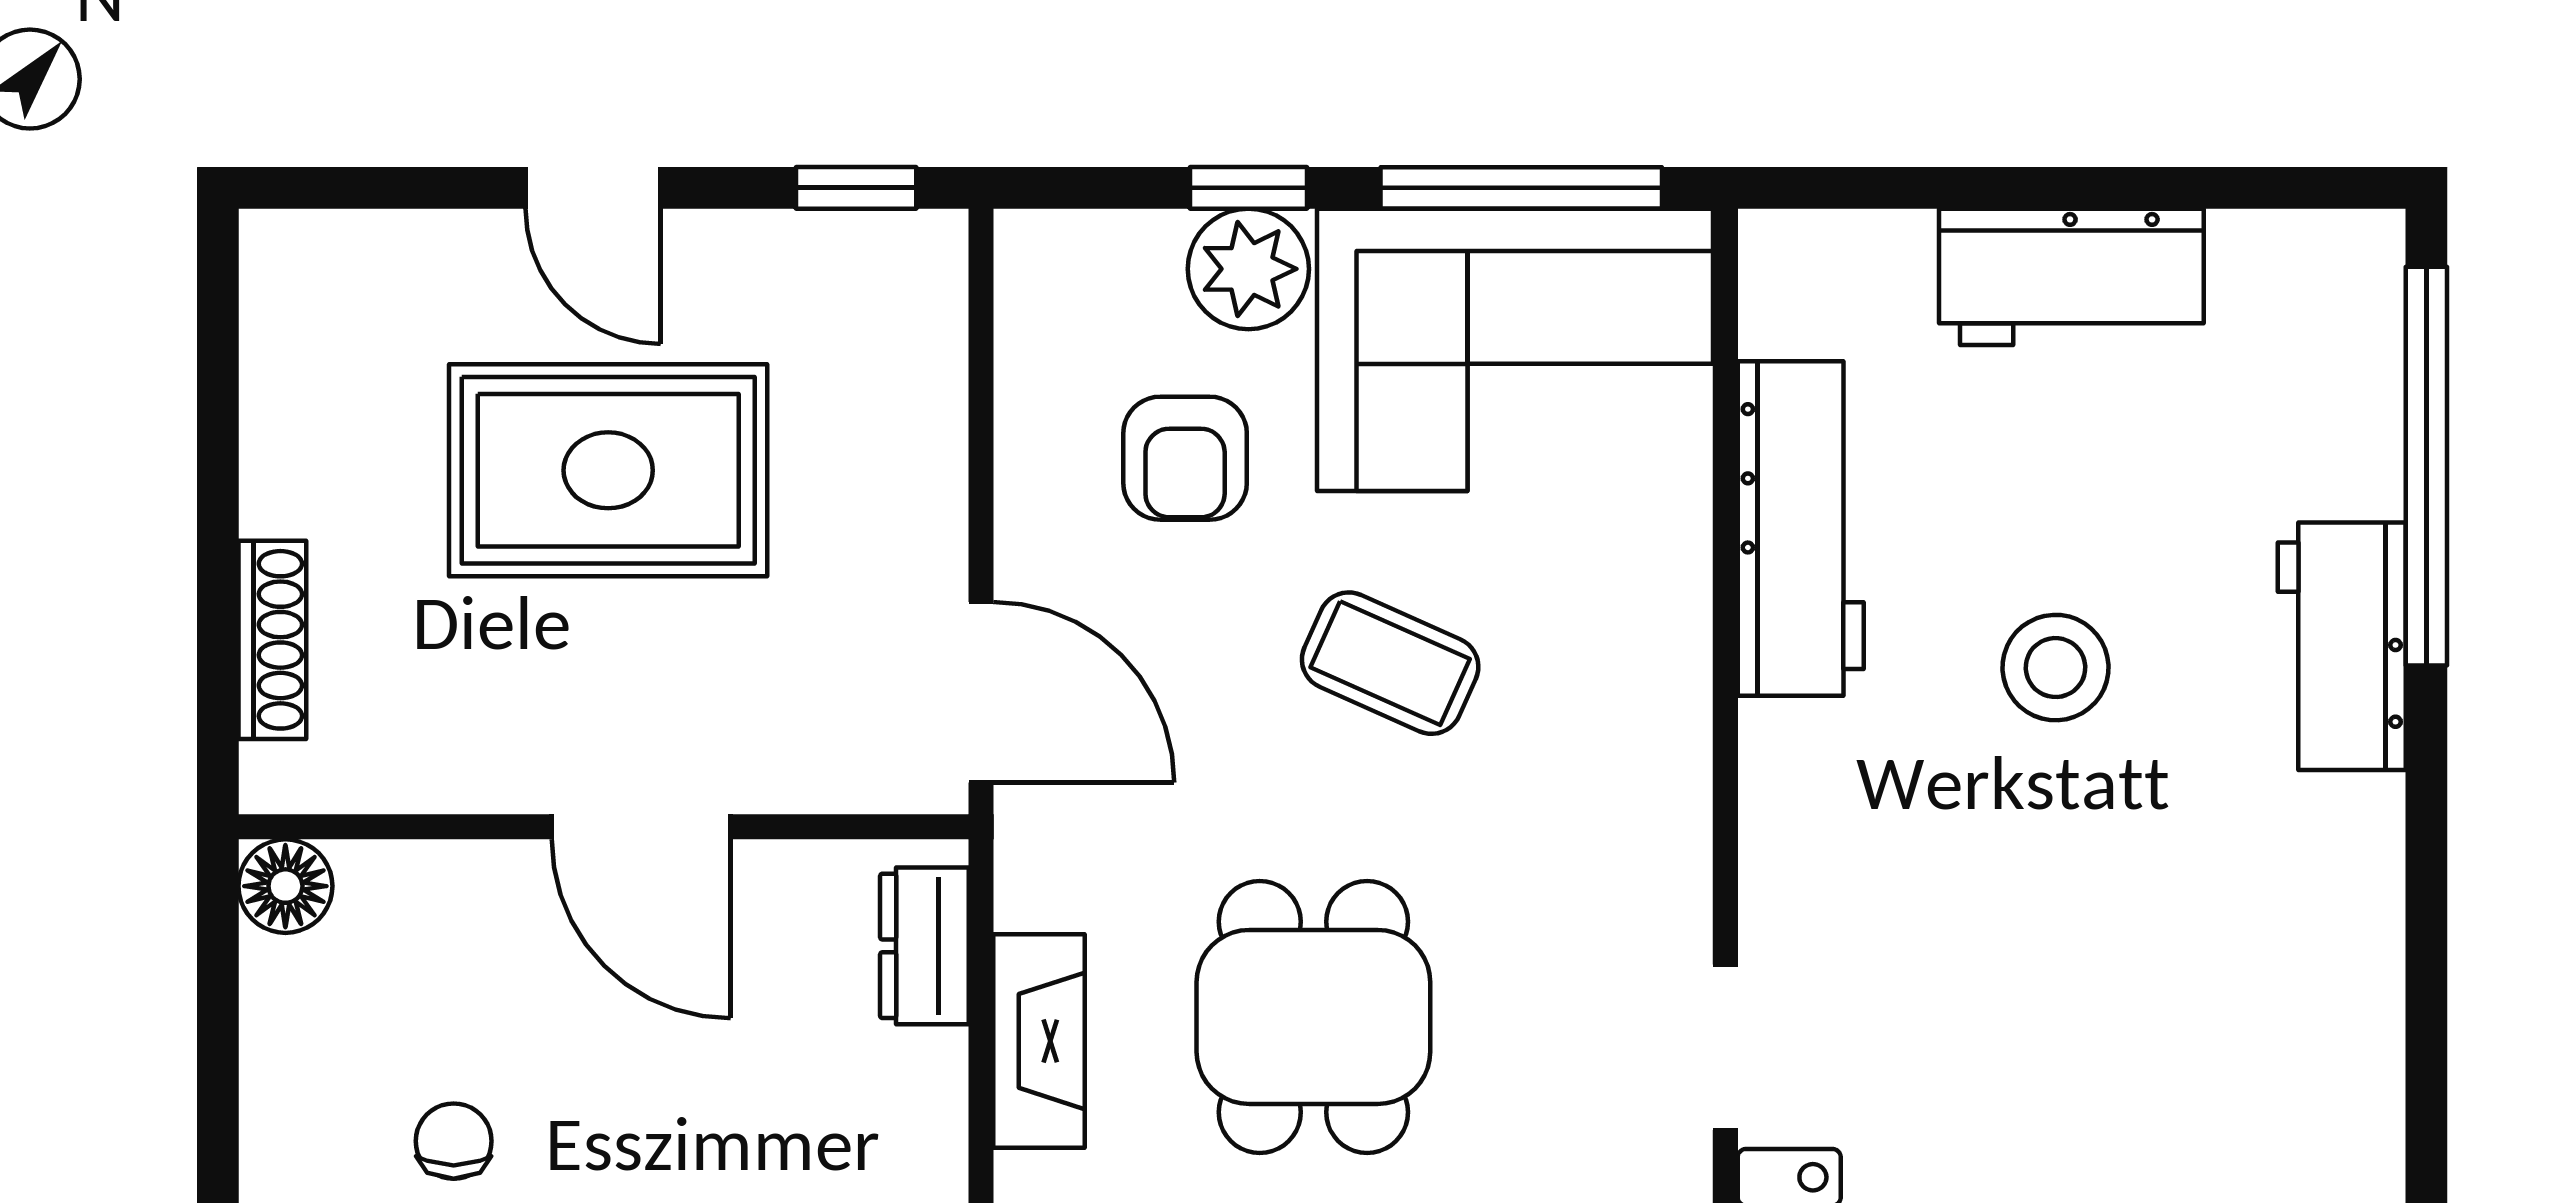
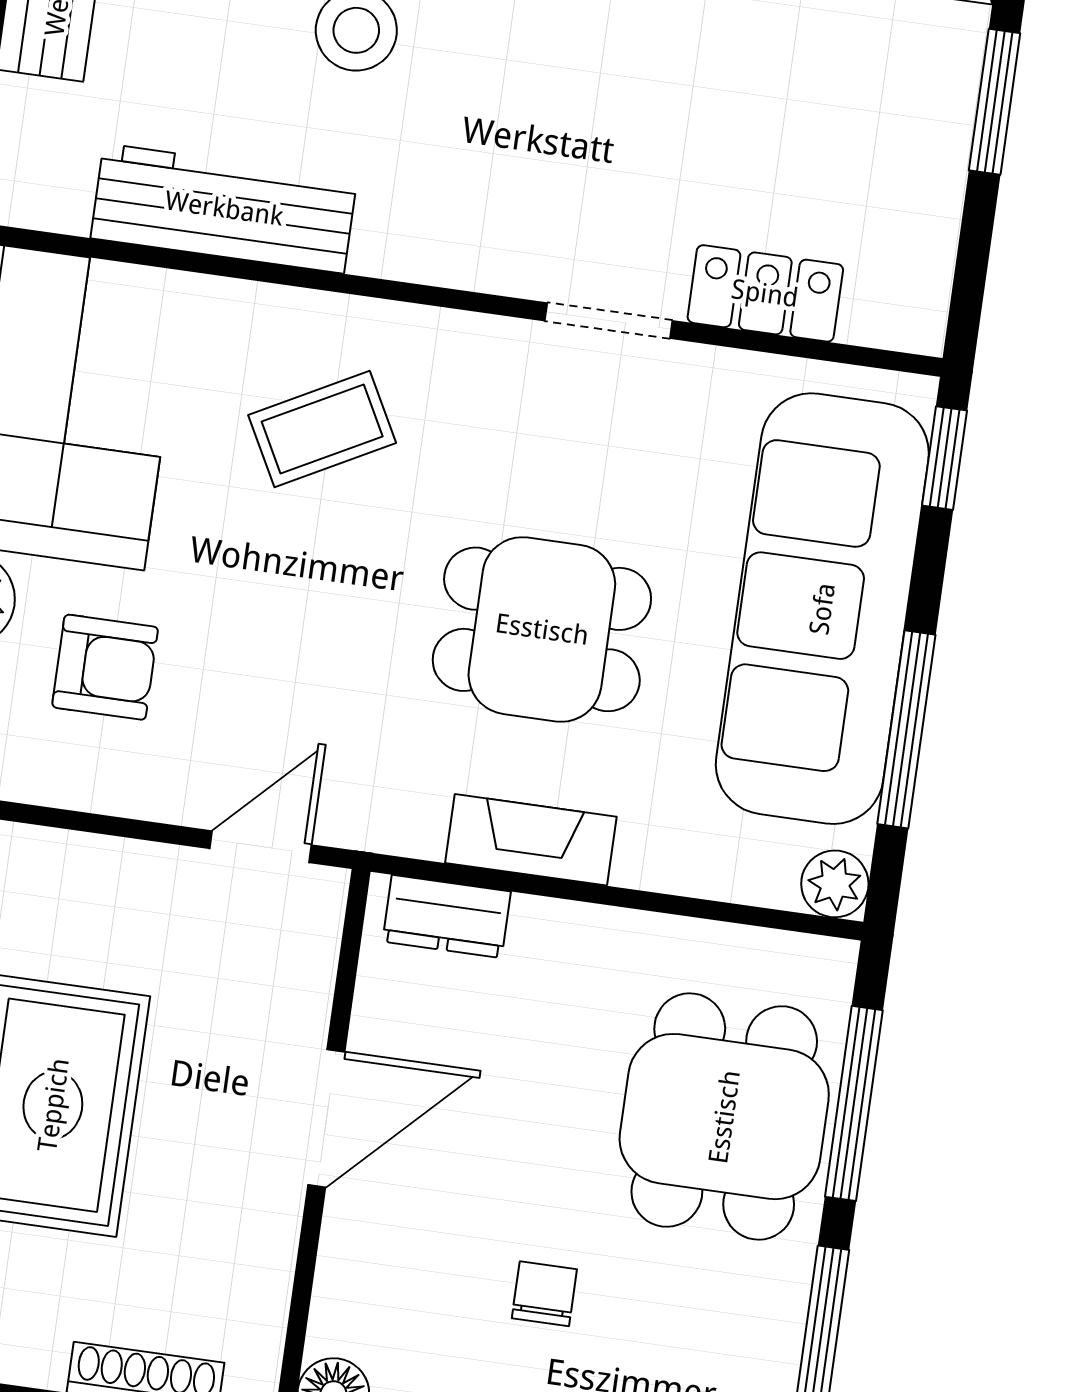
coffee table: (1390, 663) -> (322, 429), moved, turned 38
door: (981, 692) -> (261, 847), width x0.73
chair: (454, 1141) -> (544, 1294), turned 90

